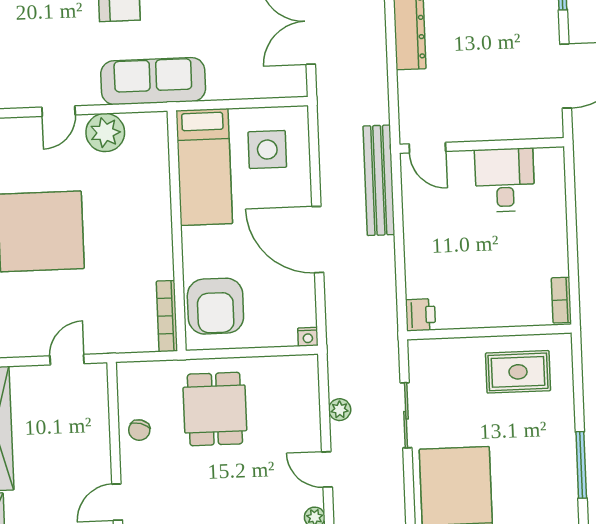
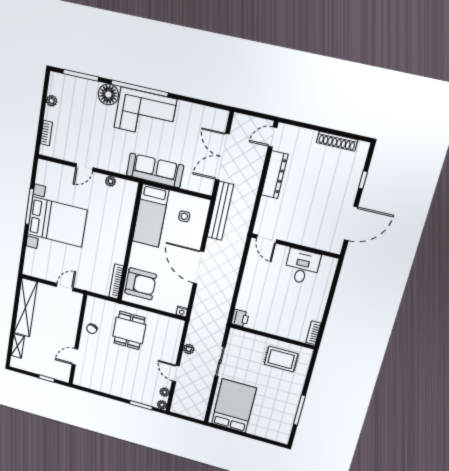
sofa: (153, 81) -> (155, 170), moved
plant: (105, 133) -> (110, 181), width x0.53, depth x0.53
side table: (267, 150) -> (184, 216), width x0.54, depth x0.54
bench: (379, 180) -> (220, 211), moved
armchair: (215, 306) -> (141, 284), turned -90

